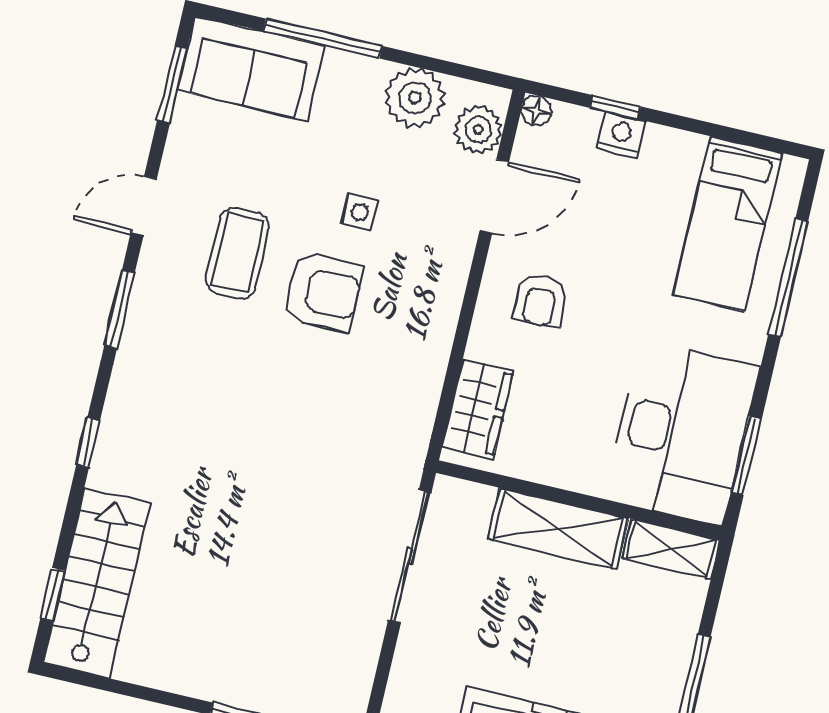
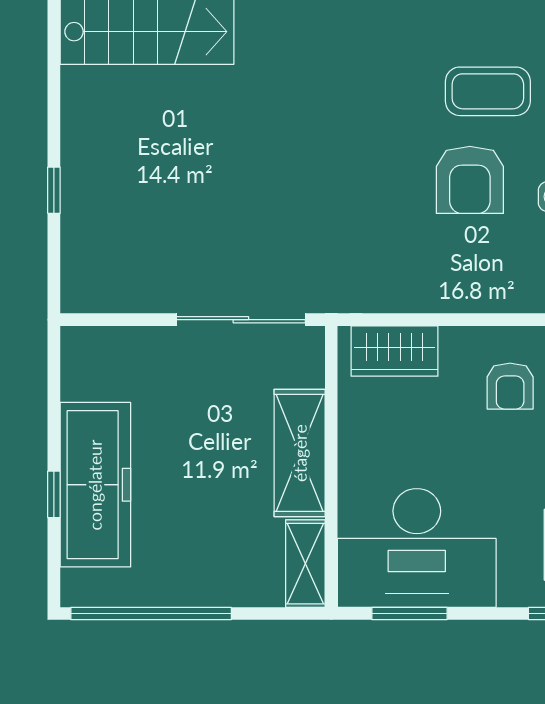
armchair: (541, 300) -> (510, 386), turned -90

